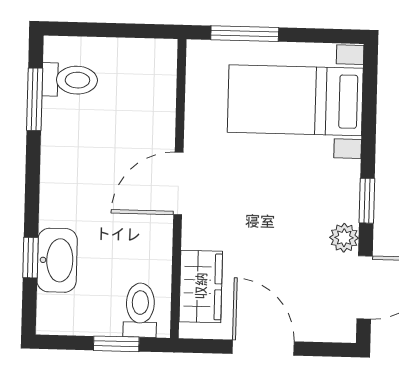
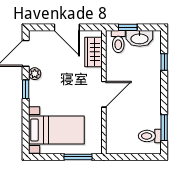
washbasin: (57, 260) -> (139, 38), moved, turned -90

